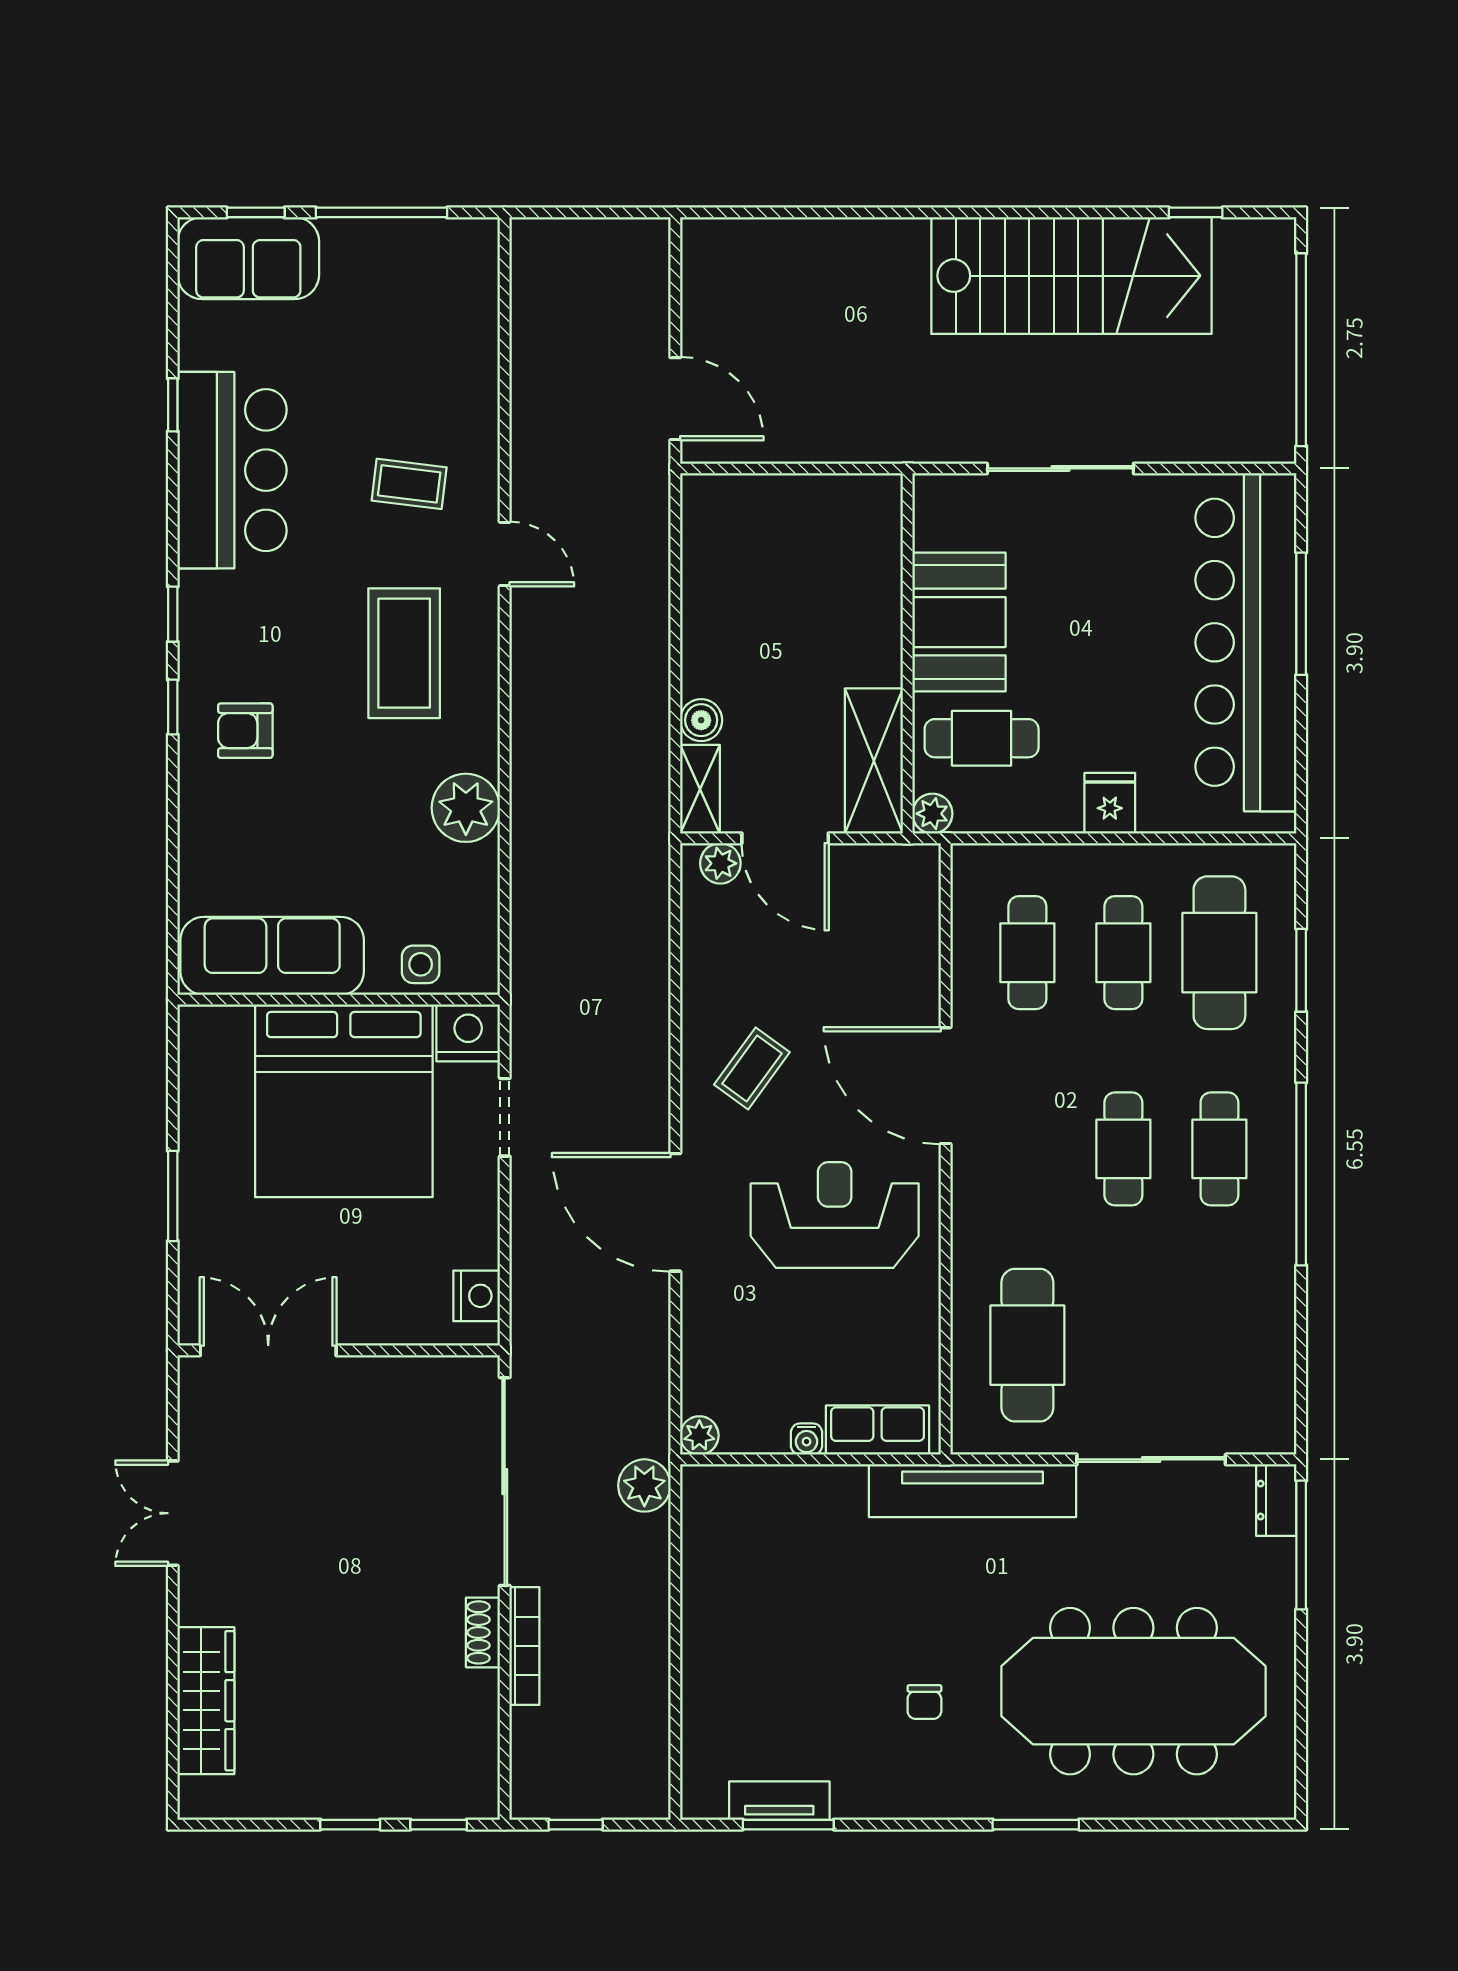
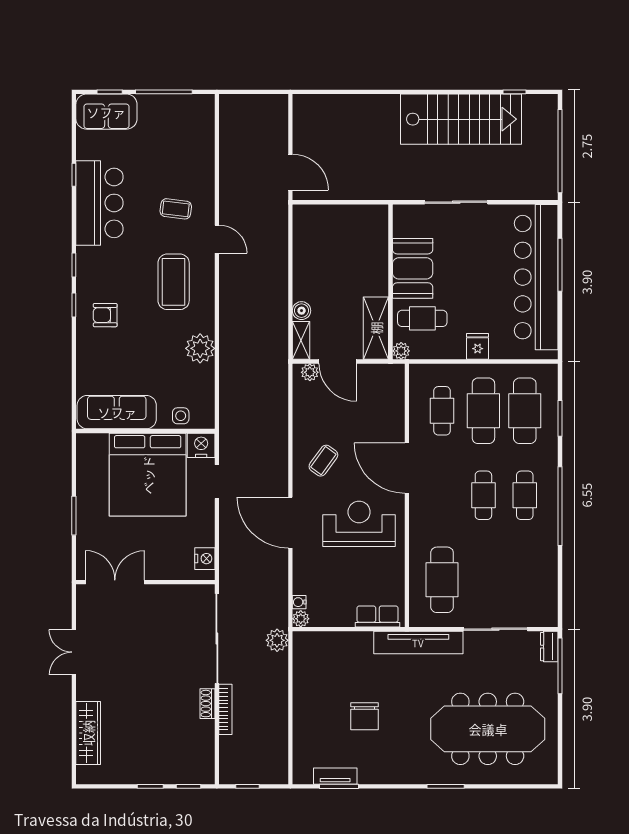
cafe table: (1123, 953) -> (483, 411), width x1.37, depth x1.35
water cooler: (807, 1439) -> (299, 602), moved, turned 90
chair: (924, 1702) -> (365, 716), moved, width x1.87, depth x1.87

